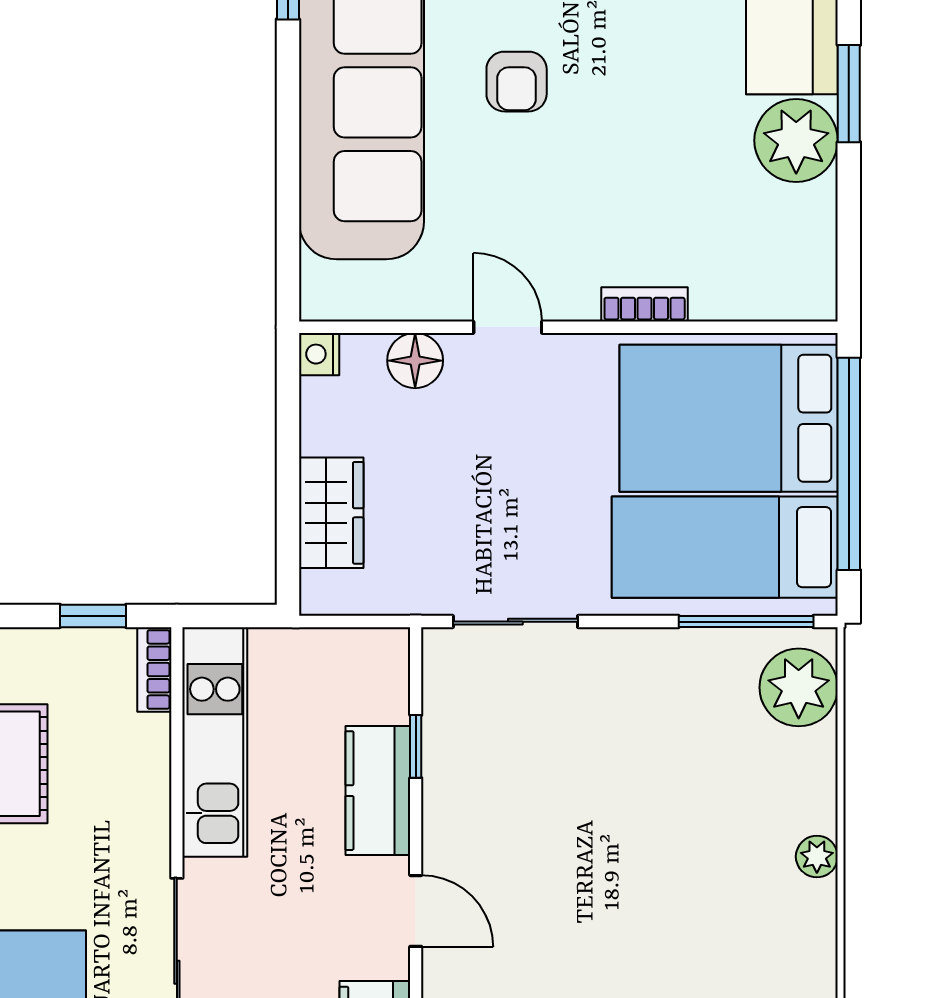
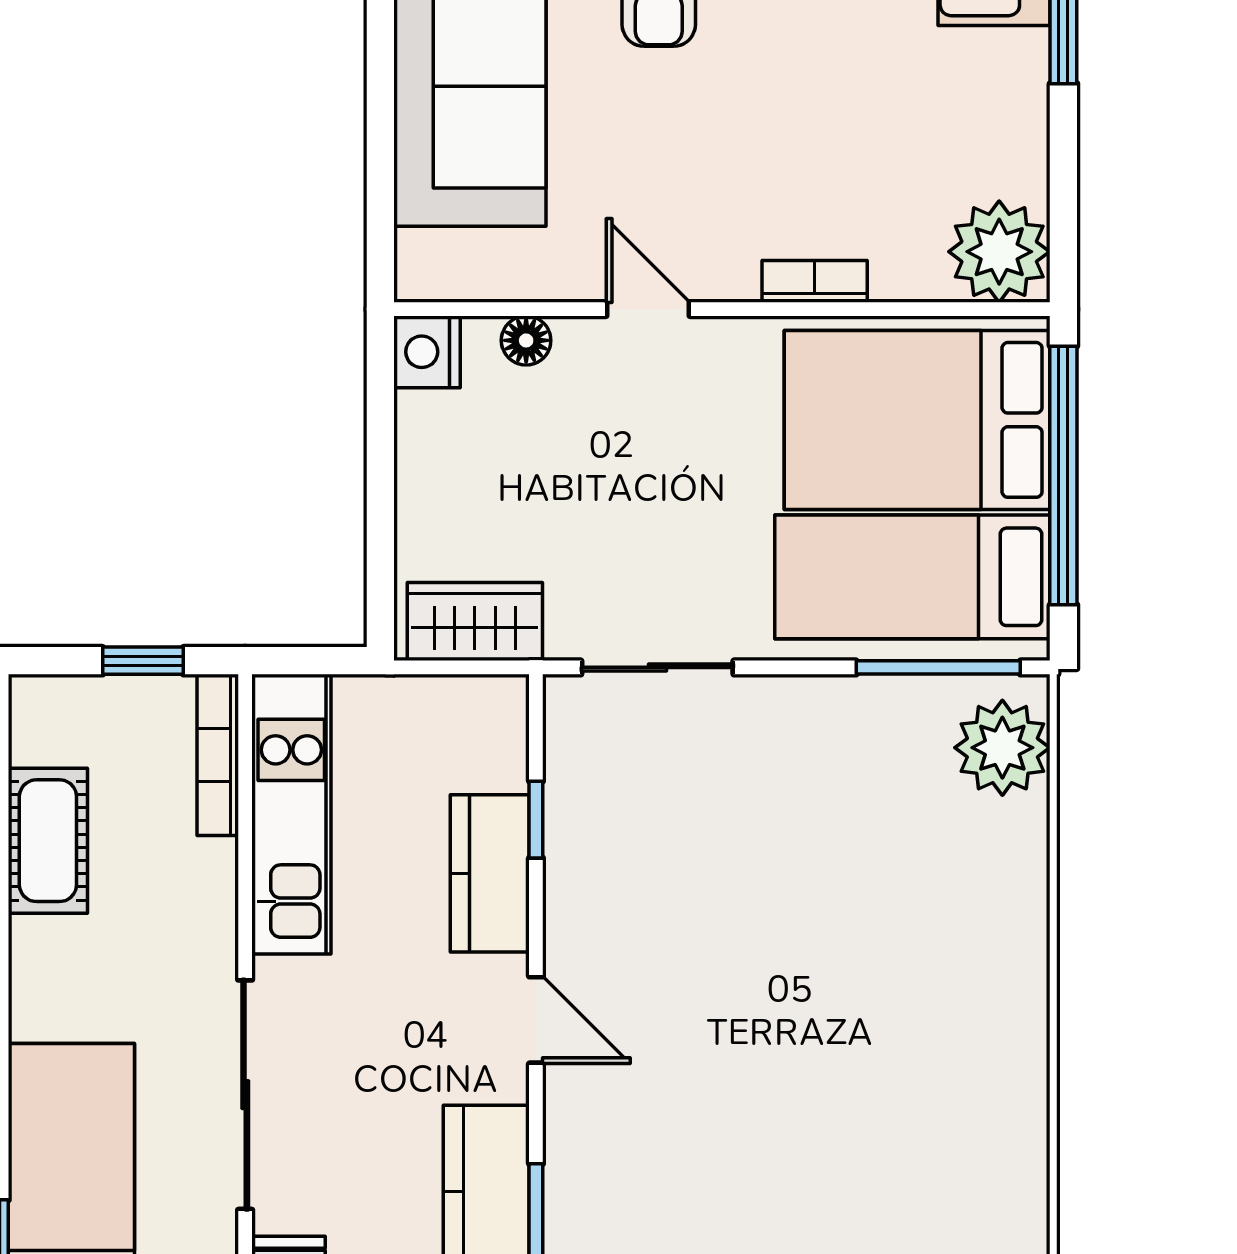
plant: (796, 140) -> (999, 252), moved
nightstand: (319, 354) -> (427, 352), width x1.39, depth x1.35
floor lamp: (415, 361) -> (526, 340), width x0.73, depth x0.73
wardrobe: (331, 513) -> (475, 622), moved, turned -90
bookcase: (154, 670) -> (218, 755), width x1.56
plant: (817, 857) -> (1024, 954), removed

